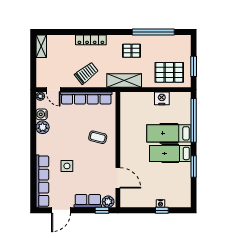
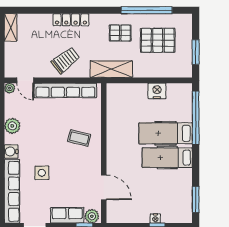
pallet: (169, 72) -> (158, 40), moved
water cooler: (42, 114) -> (11, 151), moved
window: (194, 166) -> (196, 199), moved

